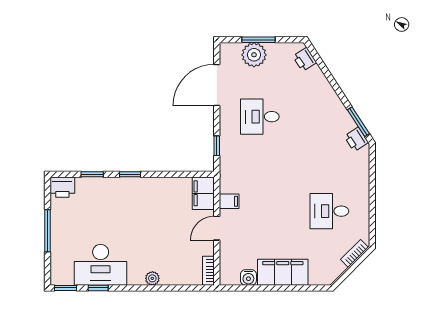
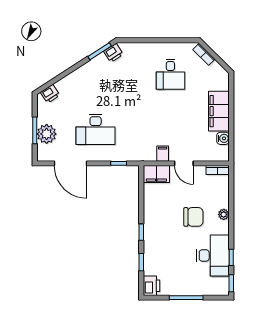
desk: (260, 117) -> (96, 129), width x1.37
chair: (149, 240) -> (193, 217), added

